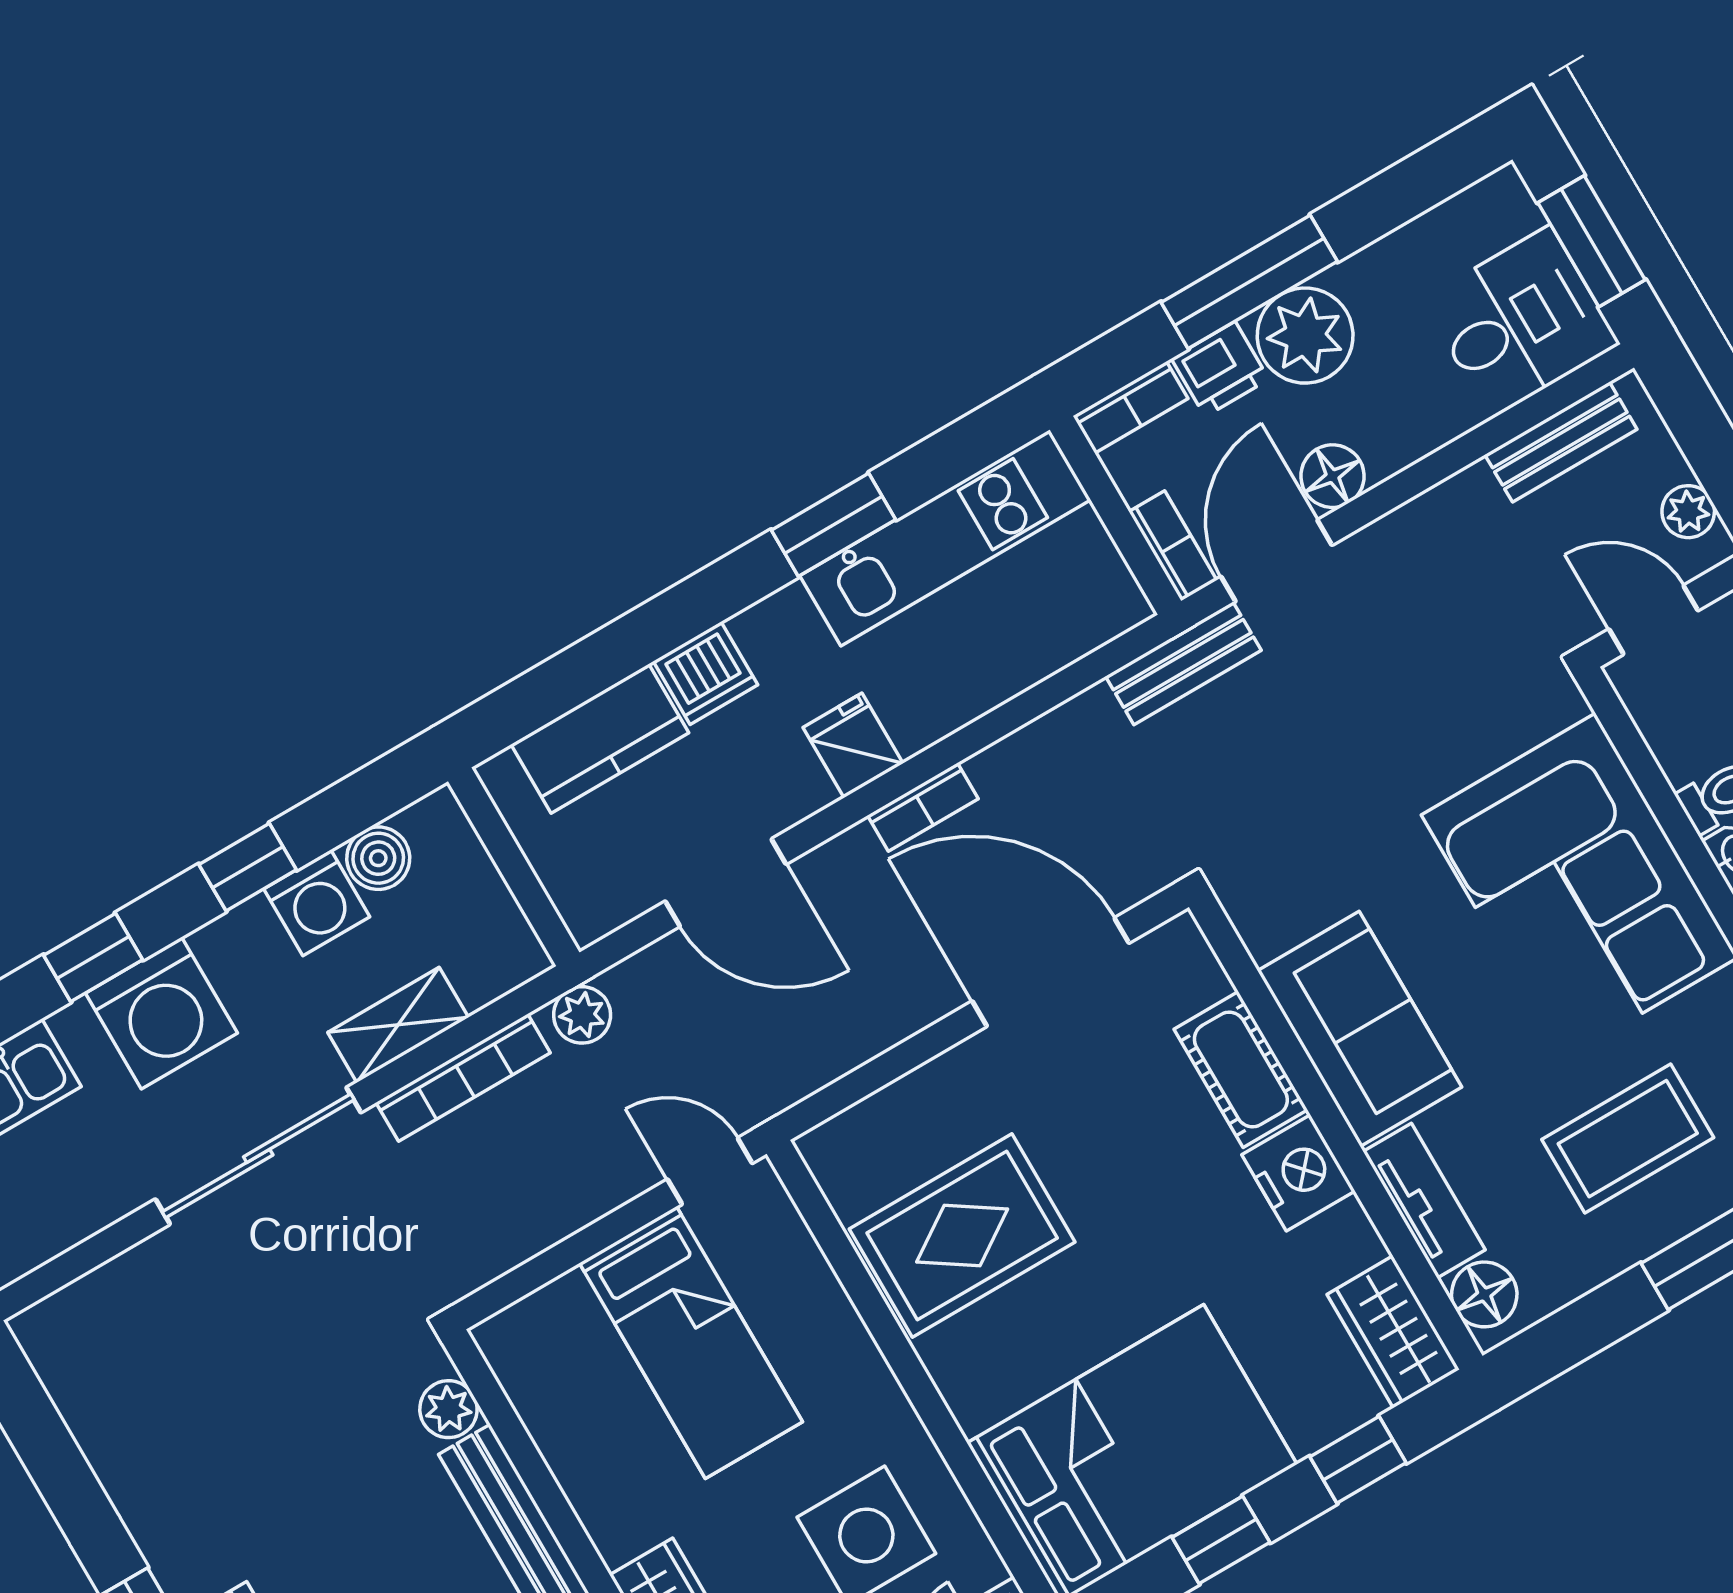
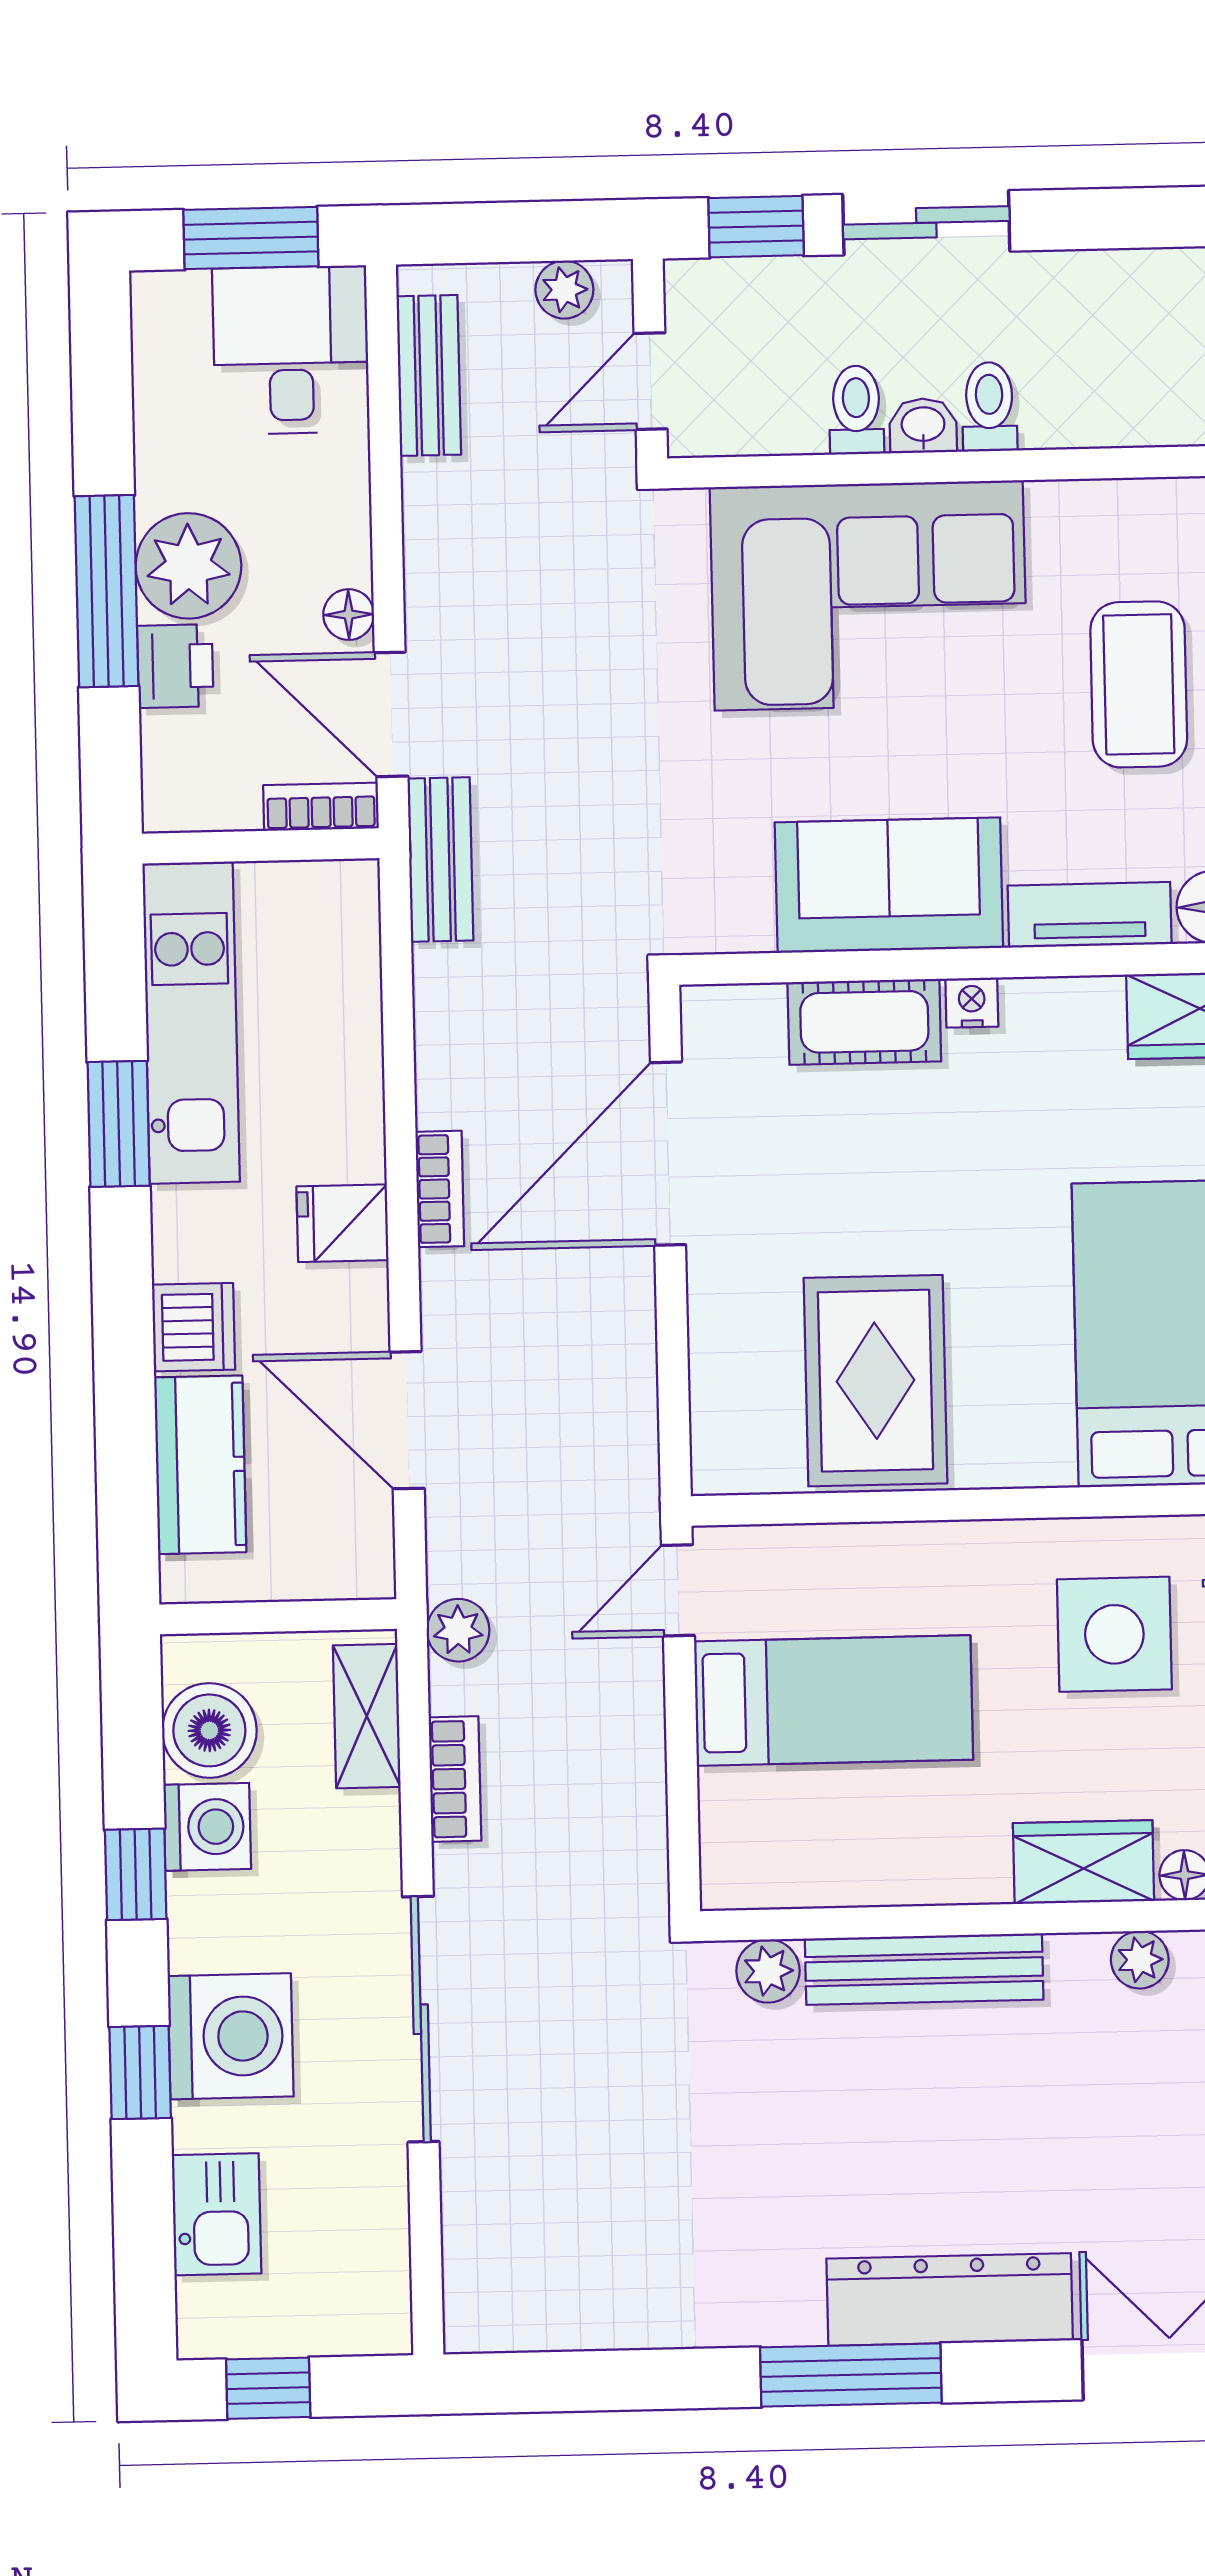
bookcase: (1131, 407) -> (164, 773), removed
floor lamp: (1332, 476) -> (349, 615), width x0.73, depth x0.73
boiler: (378, 858) -> (209, 1730), width x1.36, depth x1.36
door: (726, 883) -> (407, 1420), swing flipped
shelving: (398, 1025) -> (367, 1716), moved
bookcase: (463, 1078) -> (455, 1779), width x0.64
nightstand: (1298, 1173) -> (972, 1003), width x0.53, depth x0.56

